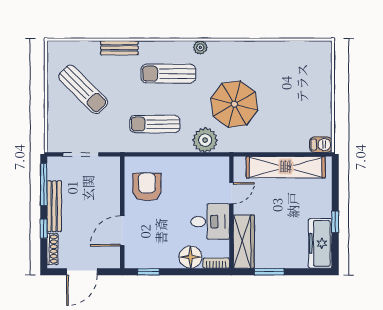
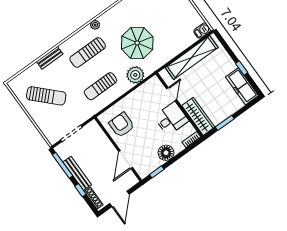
floor lamp: (190, 257) -> (166, 153), moved

